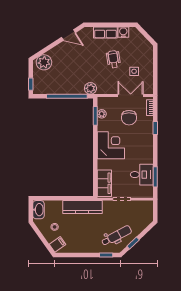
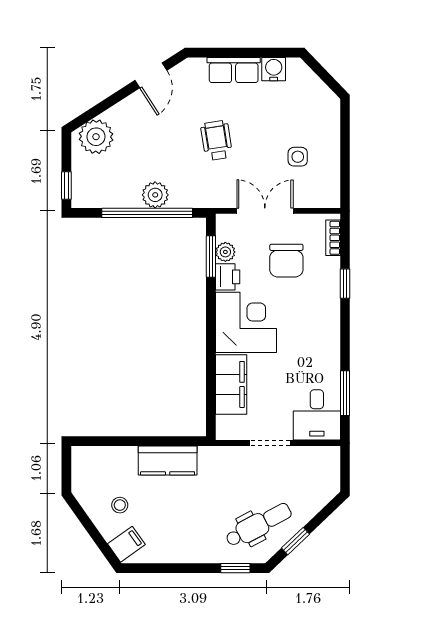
door: (68, 35) -> (151, 75), hinge flipped
wheelchair: (113, 59) -> (217, 140), moved
plant: (90, 88) -> (155, 195), moved
double door: (131, 95) -> (265, 211), moved
printer: (103, 125) -> (228, 277), added
desk: (142, 175) -> (317, 415), moved, turned 90
filing cabinet: (104, 183) -> (231, 384), moved
kitchen counter: (82, 207) -> (168, 460), width x0.67
washbasin: (38, 210) -> (84, 466), removed

